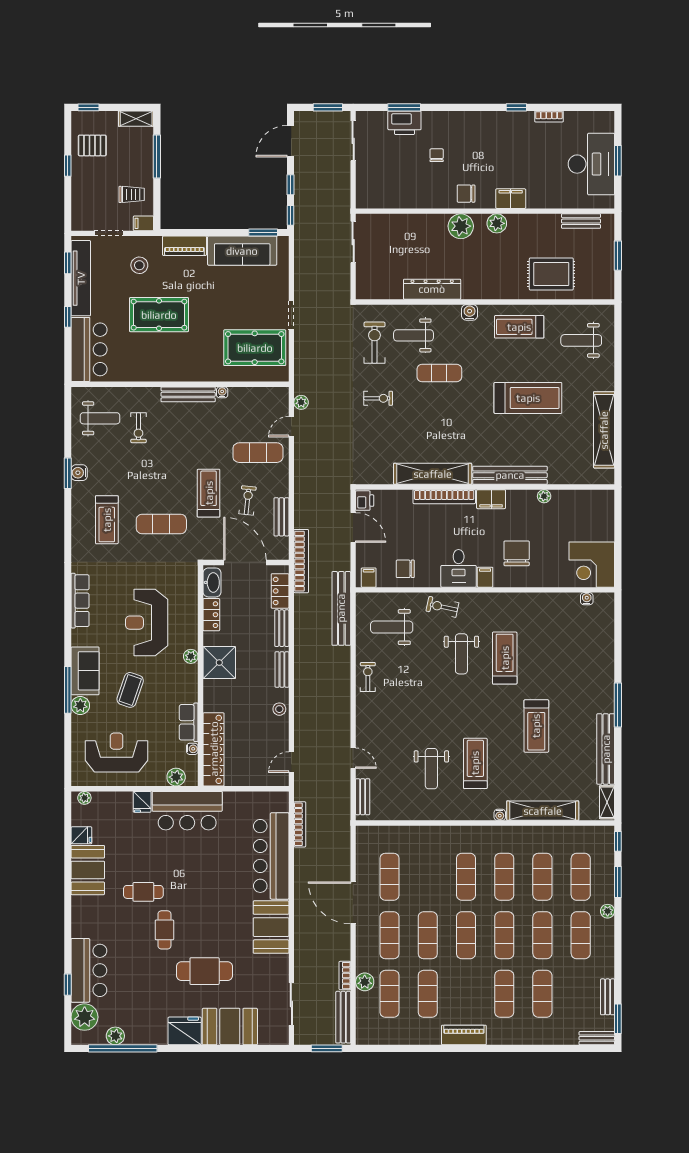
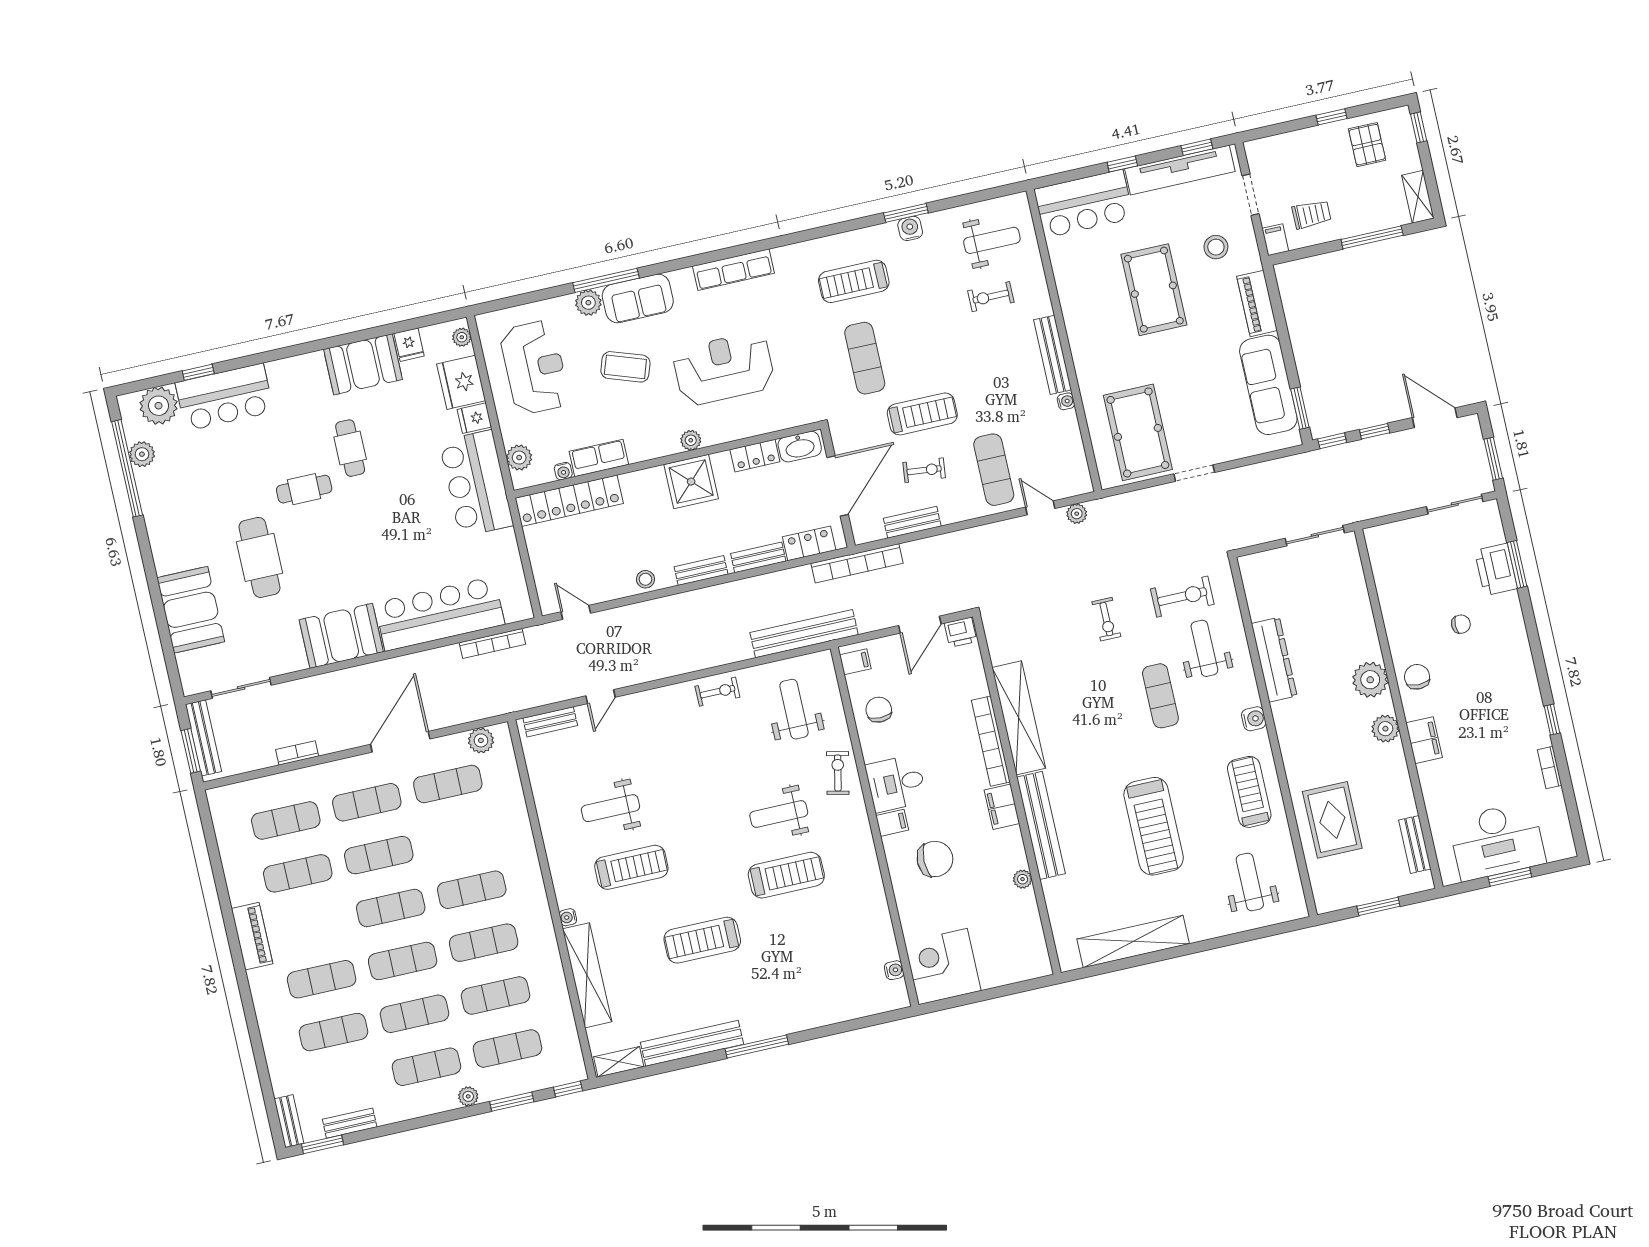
trolley: (132, 194) -> (1311, 214), turned -90
weight bench: (100, 418) -> (992, 240), turned -90
plant: (365, 982) -> (481, 740), moved
bench: (343, 1017) -> (203, 738), moved, turned 90
fridge: (185, 1031) -> (461, 382), moved, turned 180

